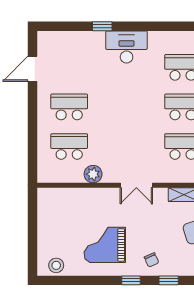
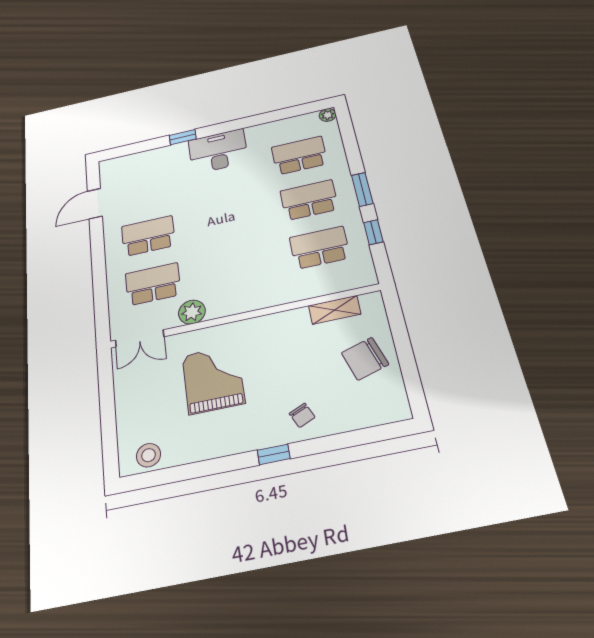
double door: (136, 185) -> (140, 338), moved
grand piano: (105, 245) -> (213, 379), moved, turned 90
window: (169, 280) -> (337, 442), removed

